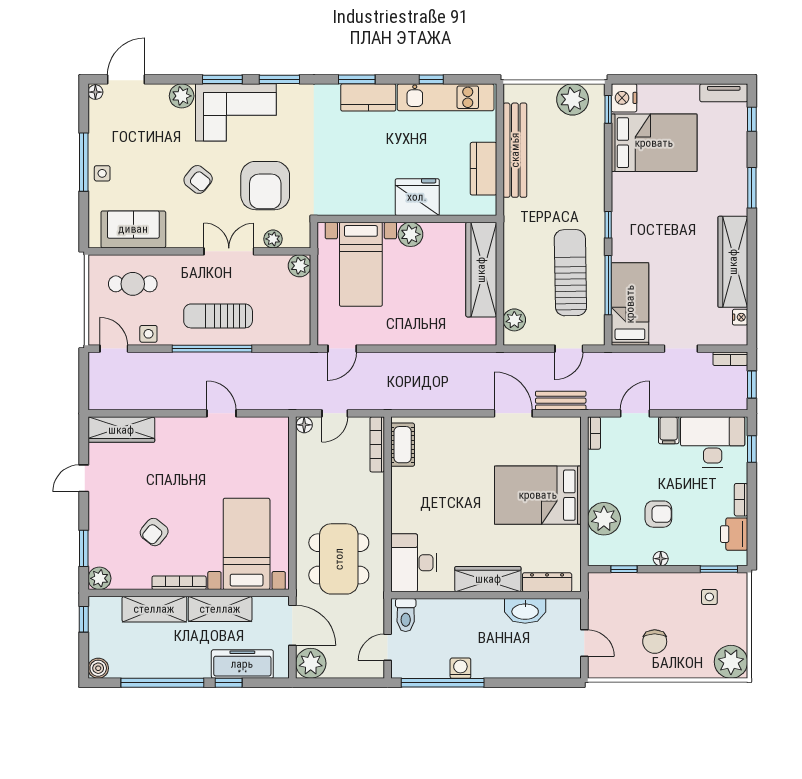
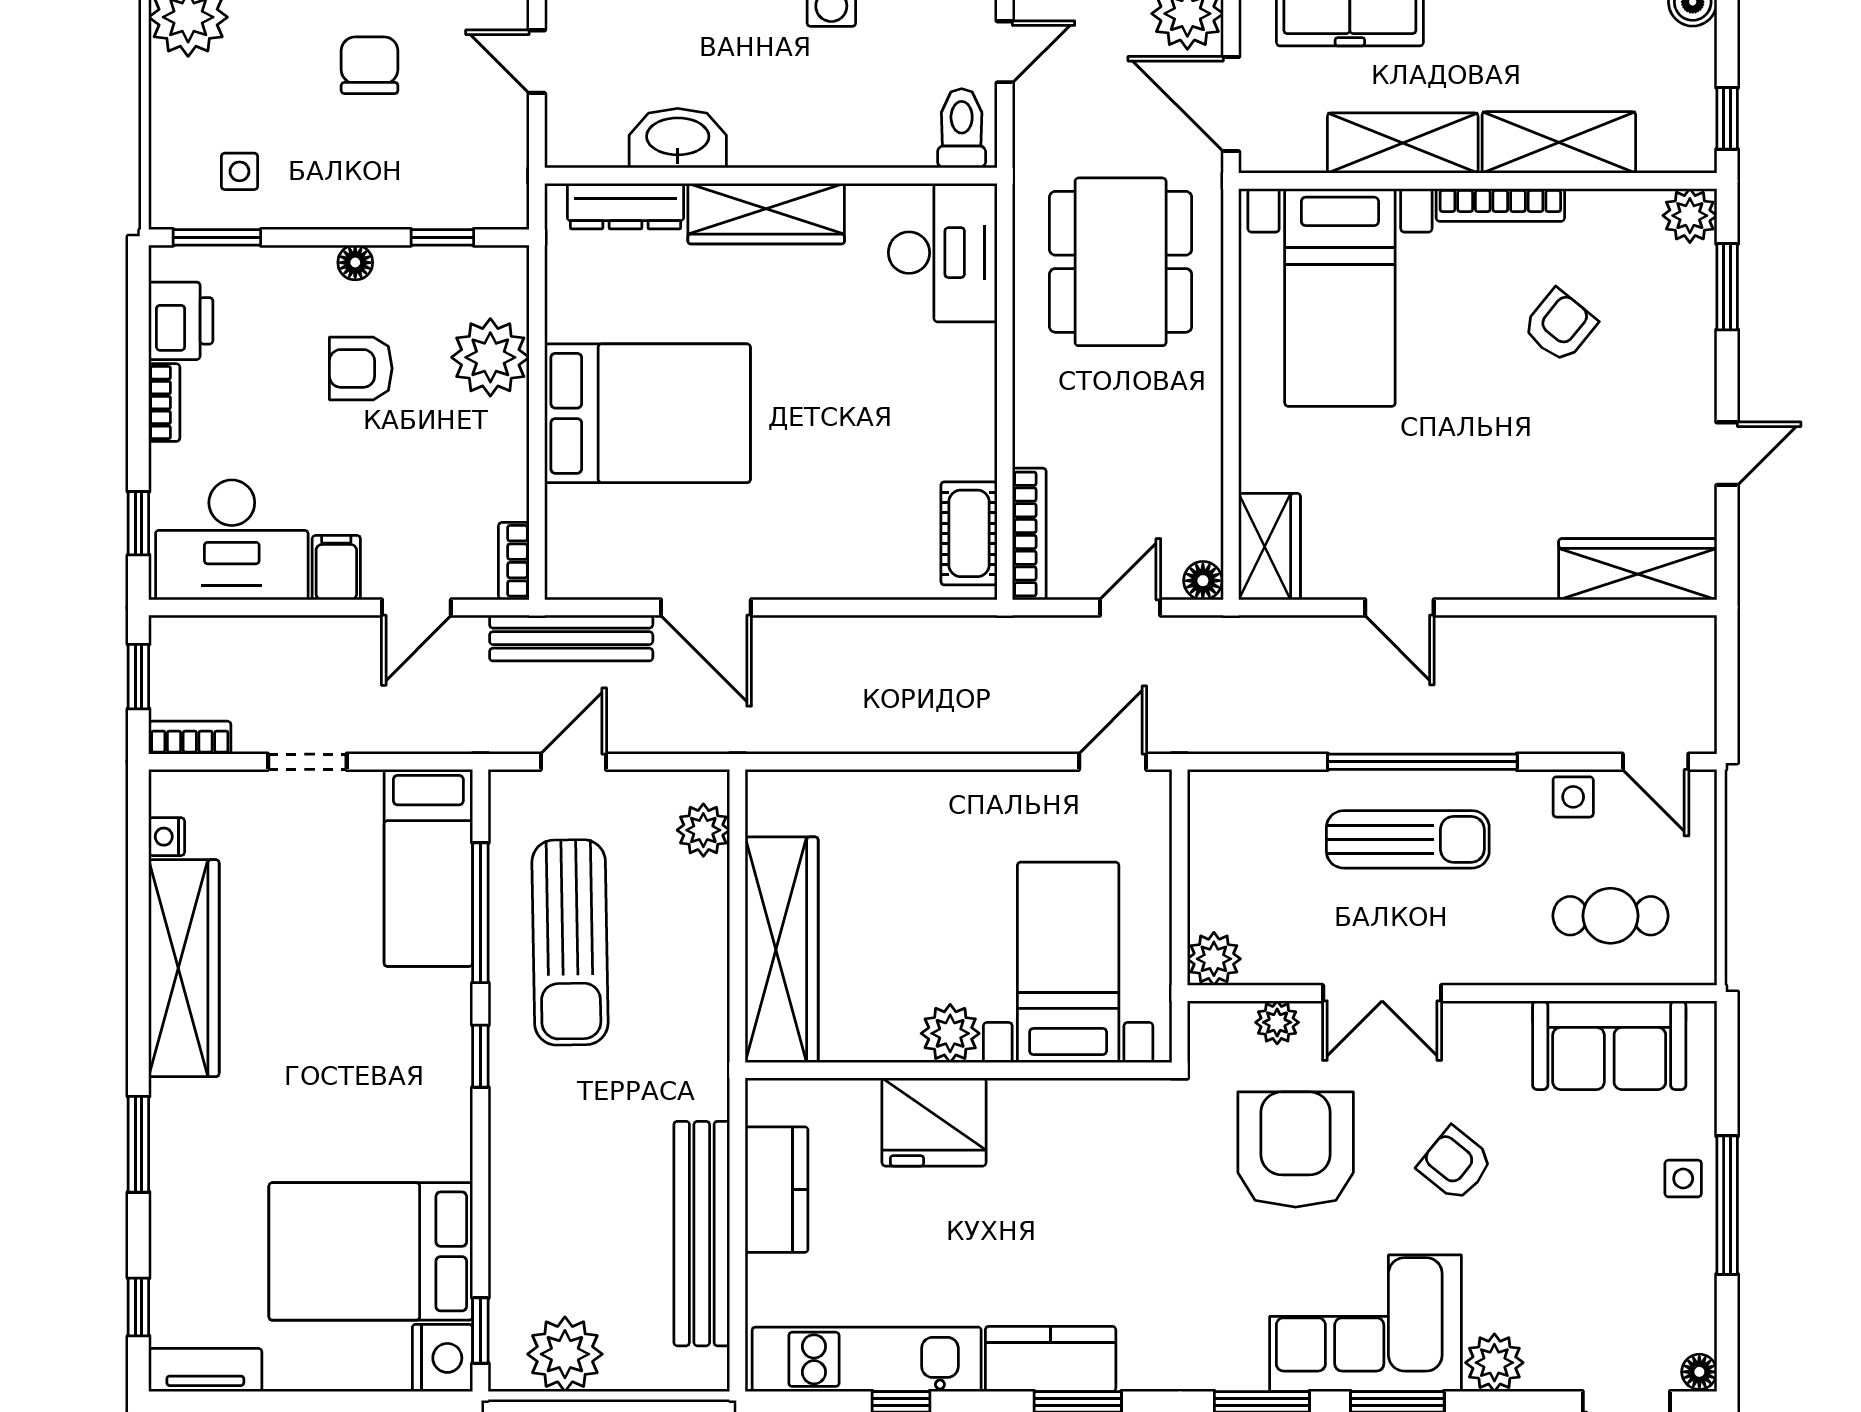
bench: (561, 401) -> (571, 638), width x1.36
wardrobe: (276, 439) -> (1270, 547), added

